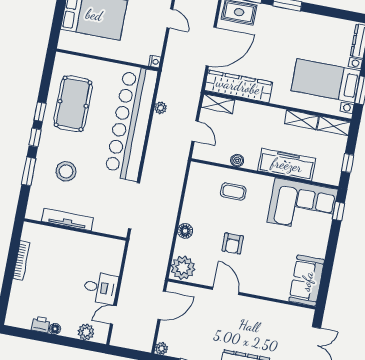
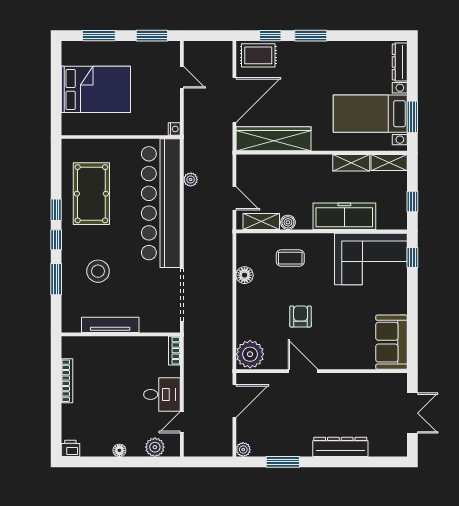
shelving: (218, 104) -> (261, 221), moved
floor lamp: (185, 231) -> (245, 275), moved
armchair: (233, 243) -> (301, 316), turned 180
bookcase: (119, 252) -> (174, 351), added
printer: (41, 324) -> (70, 448), moved

